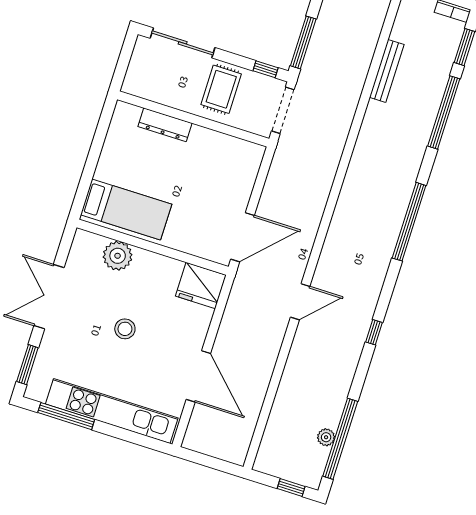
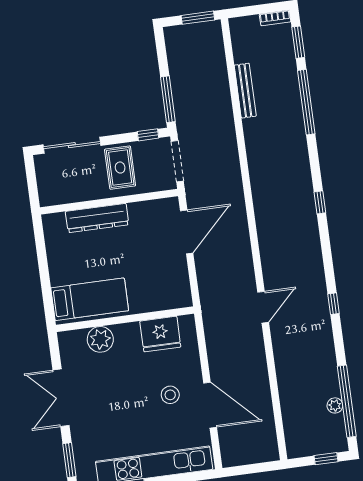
dresser: (165, 125) -> (97, 218), width x1.37, depth x1.24
window: (409, 222) -> (320, 202), width x0.32
door: (242, 237) -> (187, 232), moved
fridge: (201, 285) -> (160, 334), moved
stool: (125, 329) -> (170, 395), moved

